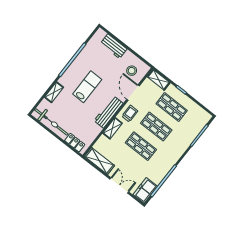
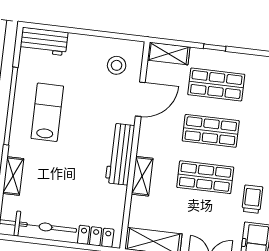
workbench: (114, 46) -> (44, 41), moved
lab bench: (87, 87) -> (47, 112), moved
door: (133, 93) -> (140, 99), swing flipped
trolley: (130, 114) -> (252, 199), moved

